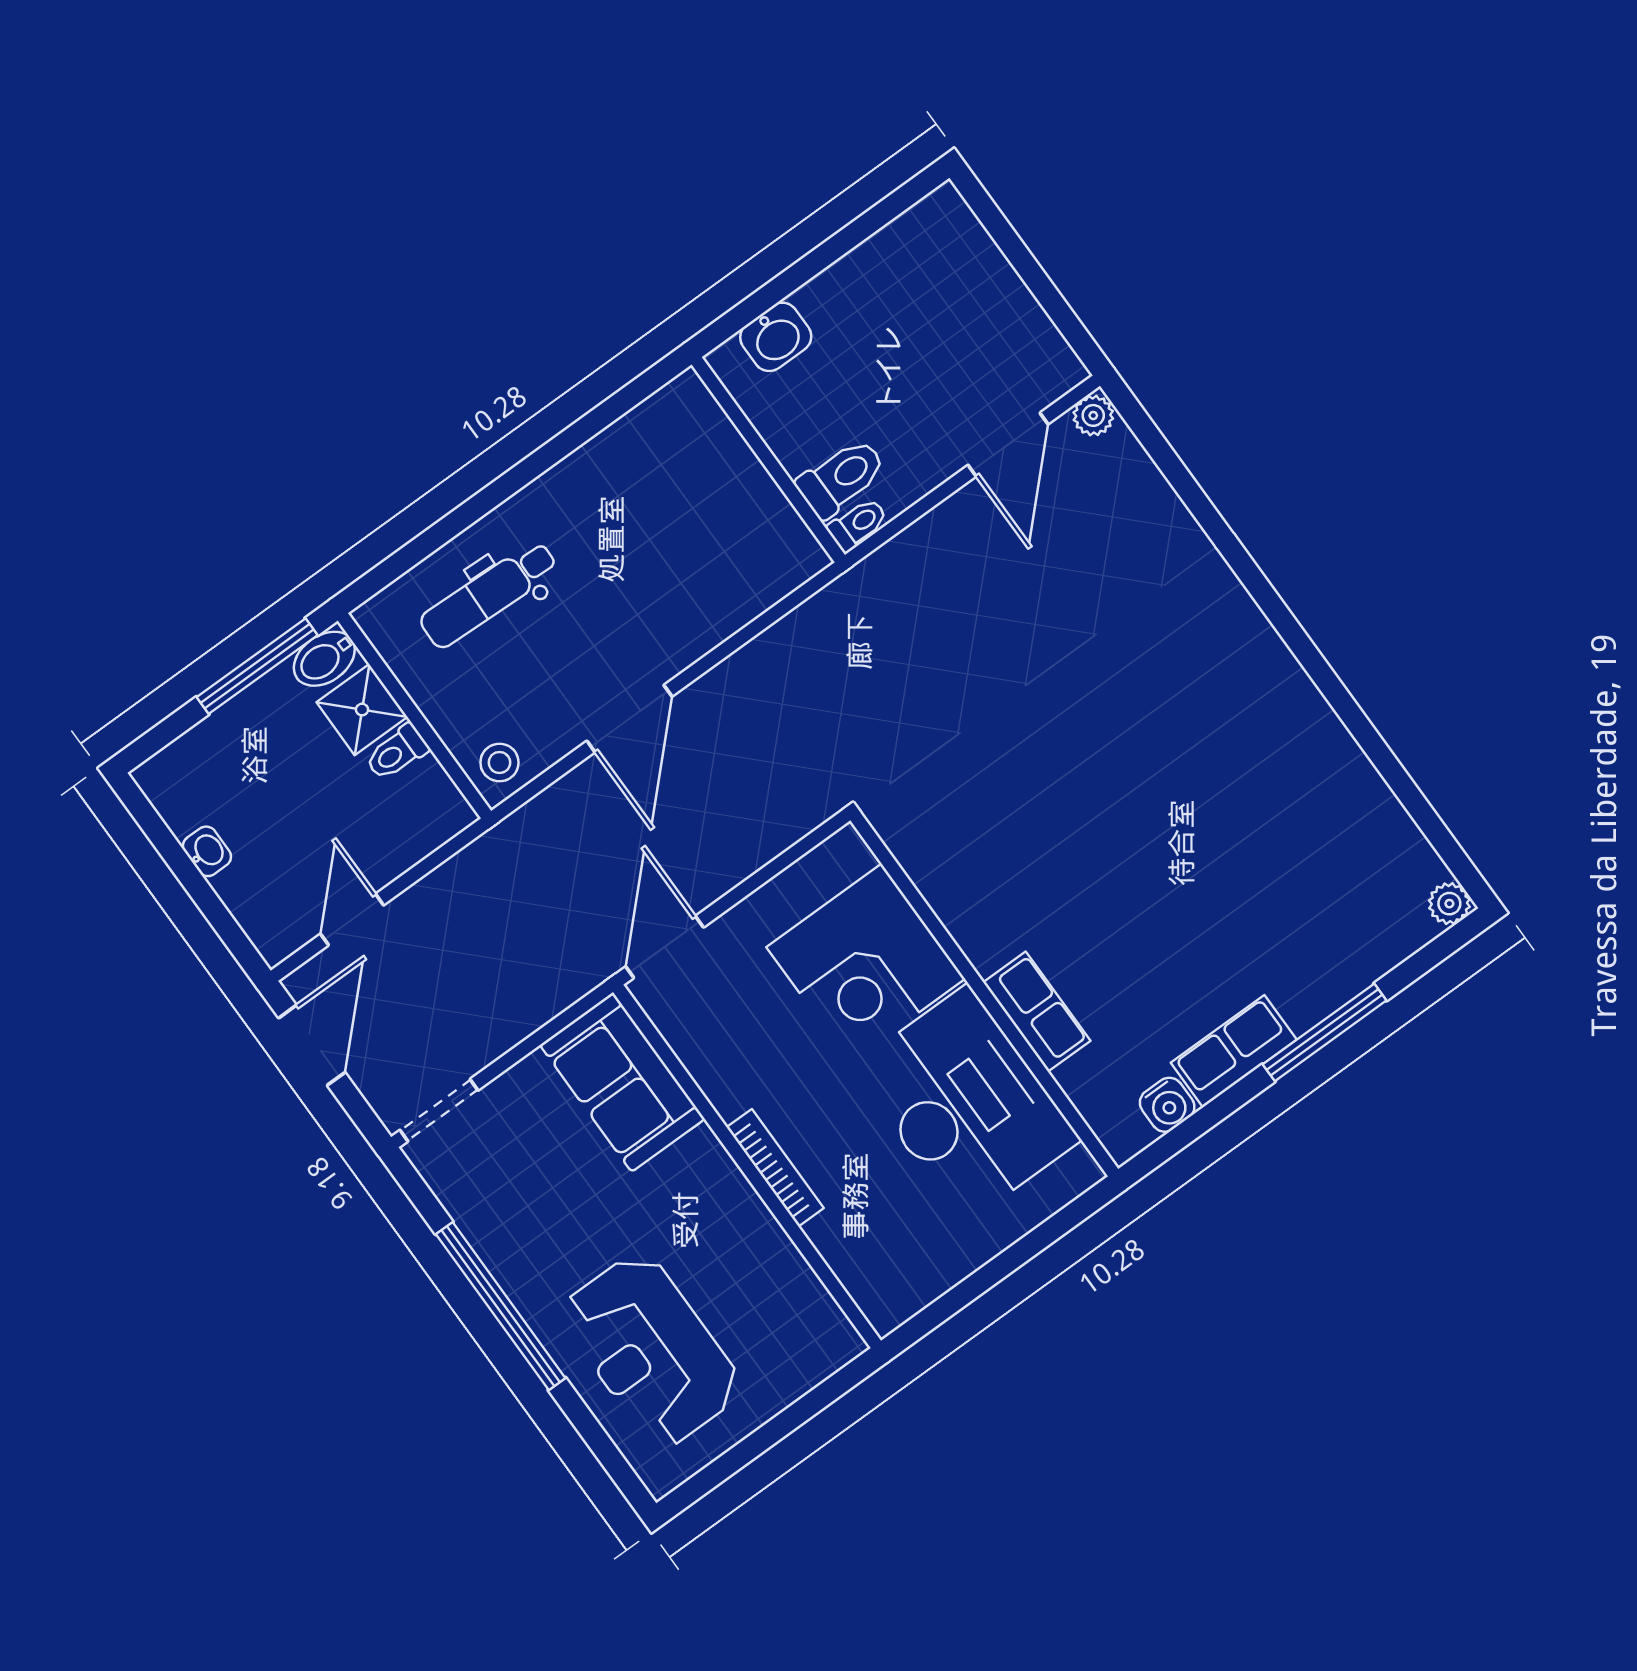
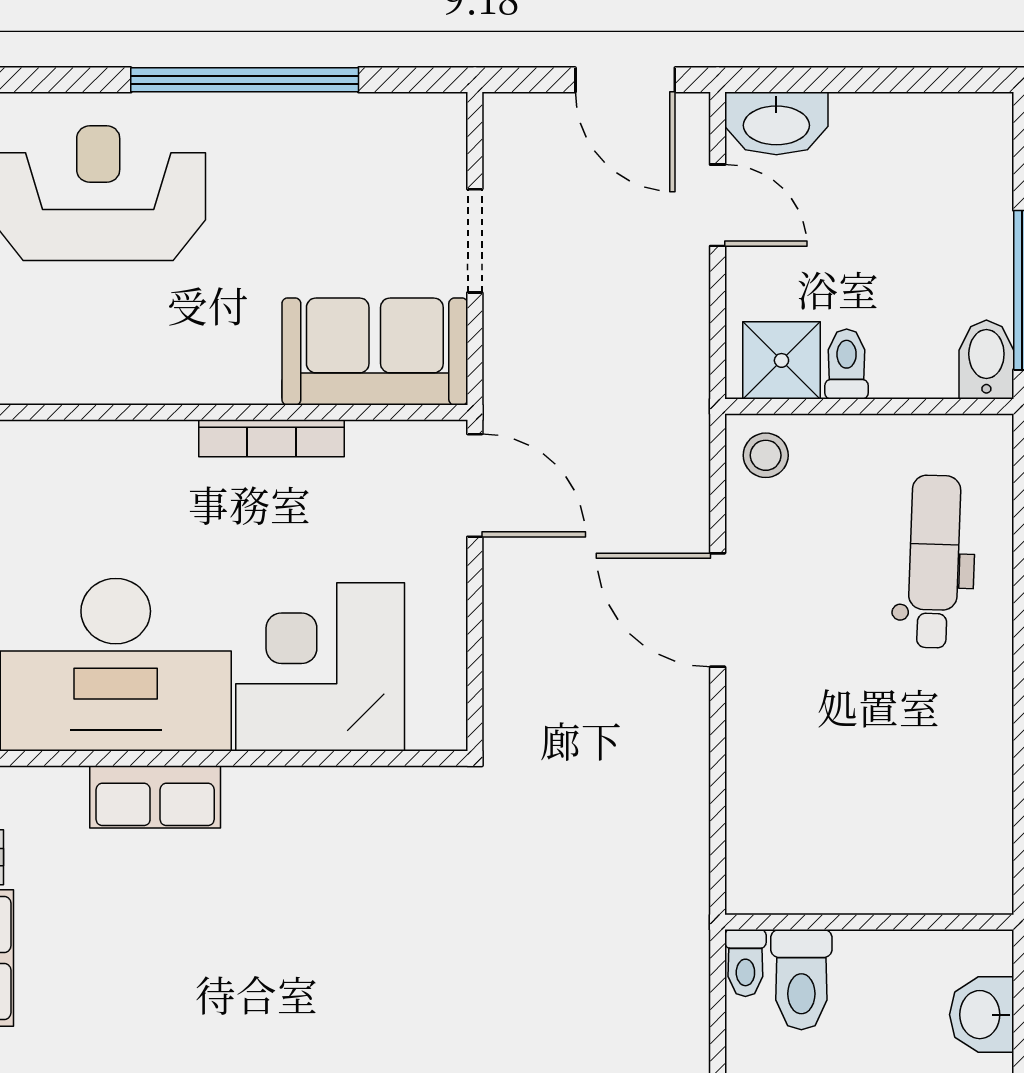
shower: (362, 710) -> (781, 360), moved
washbasin: (207, 851) -> (776, 123), moved, width x1.91, depth x1.45
doorway: (439, 1110) -> (475, 241), moved
bookcase: (775, 1168) -> (272, 438), moved

